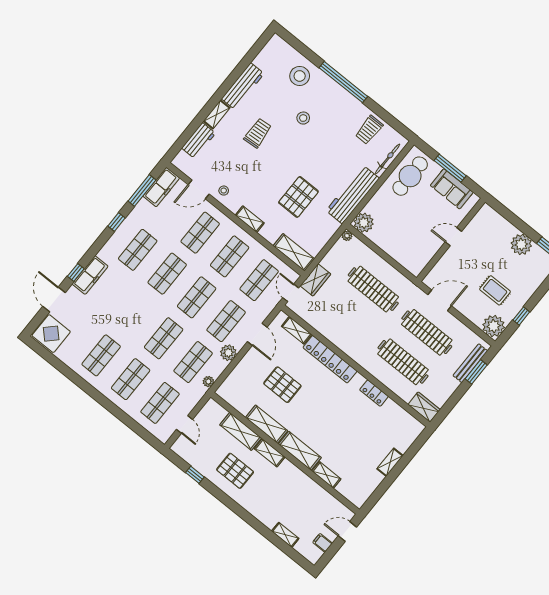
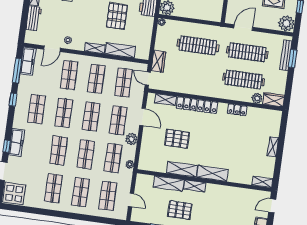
shelving: (294, 252) -> (120, 50), moved
shop shelf: (134, 314) -> (59, 151), added
plant: (406, 394) -> (257, 98), added
shelving: (326, 475) -> (262, 182), moved

